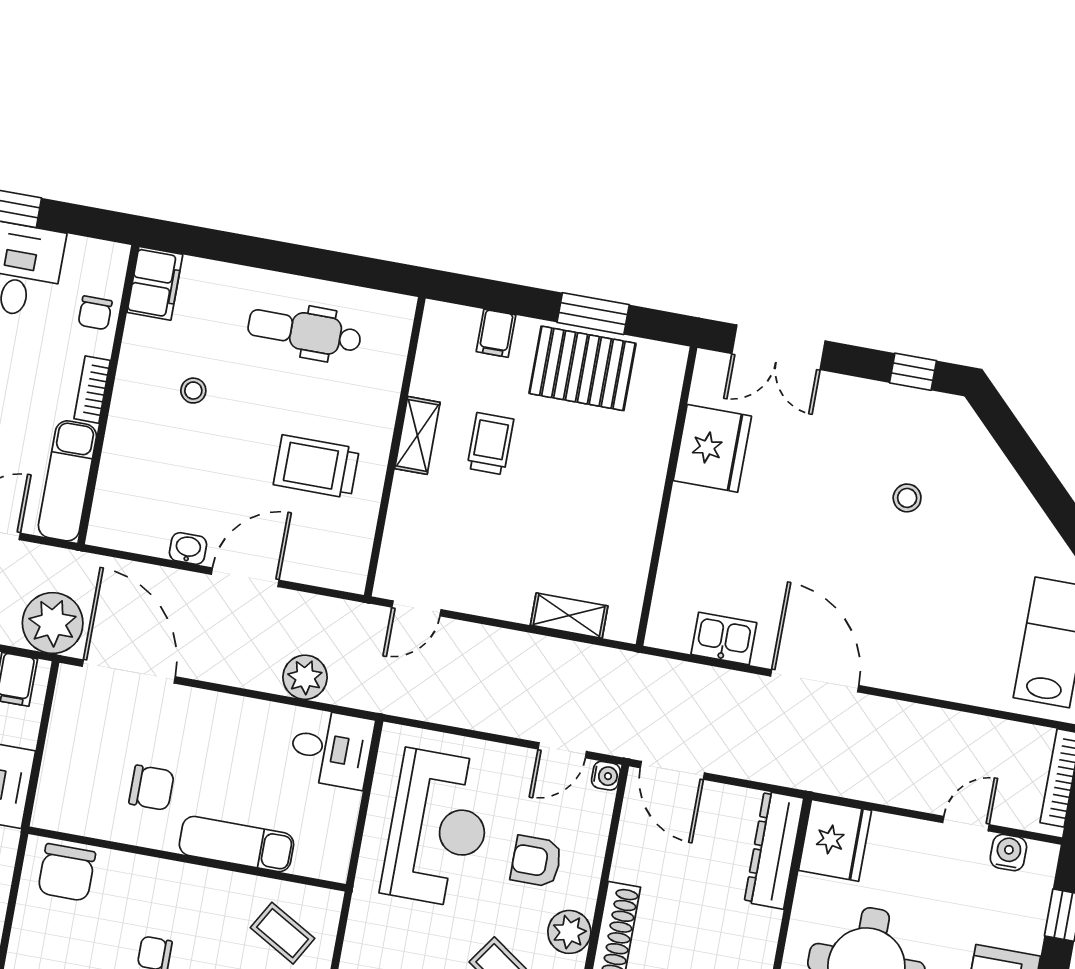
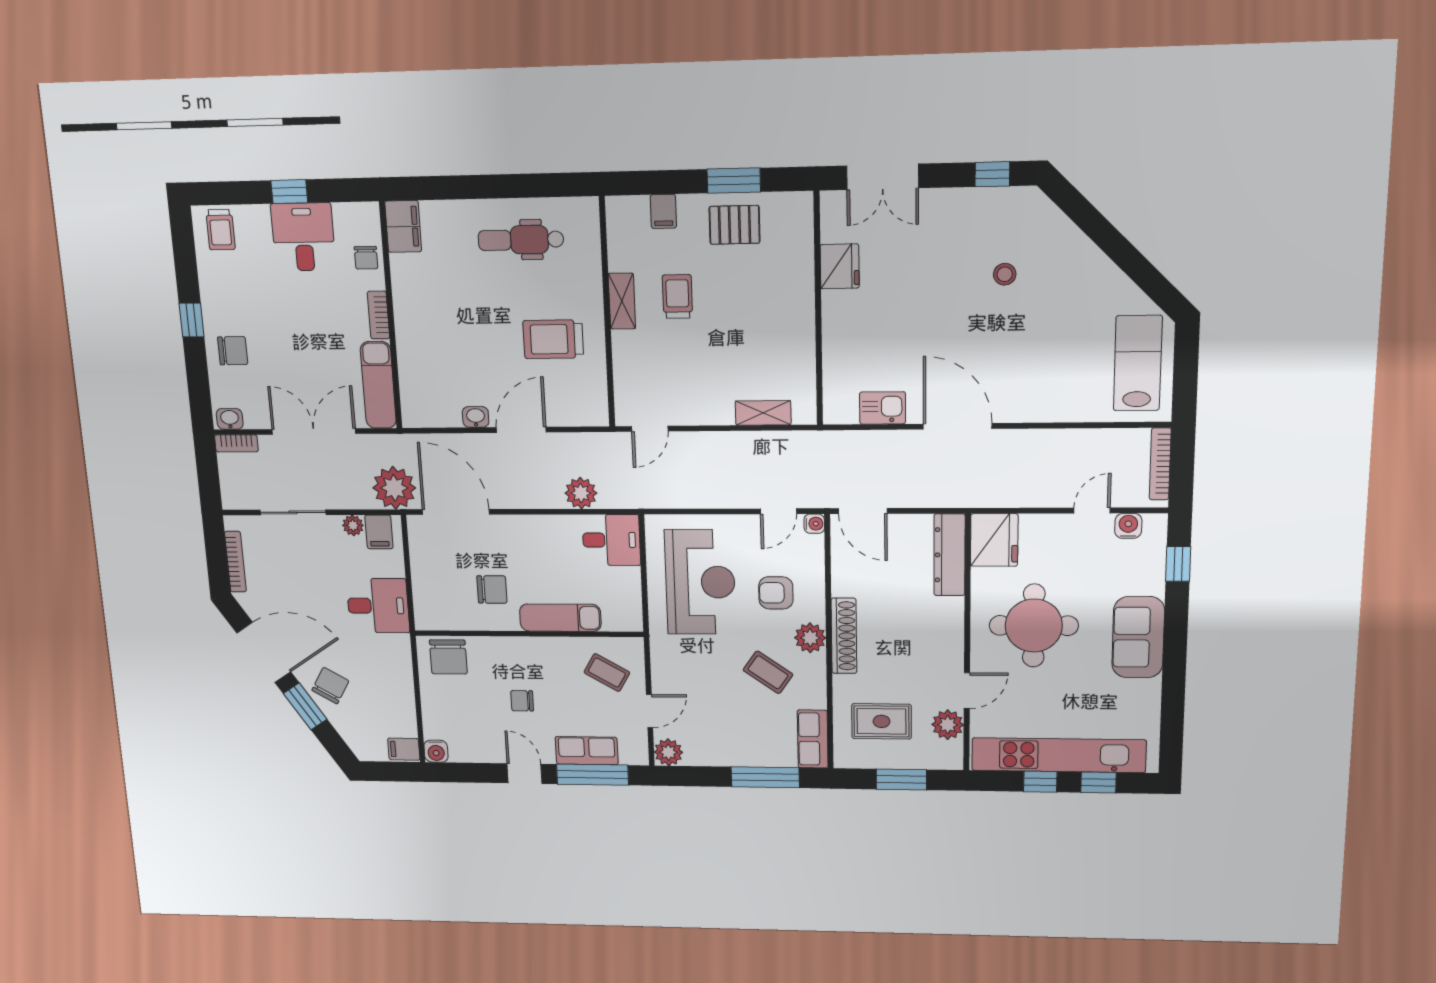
pallet: (582, 368) -> (734, 225), width x0.67, depth x0.71
stool: (193, 391) -> (451, 301), removed
fridge: (712, 448) -> (840, 266), width x0.73, depth x0.75

